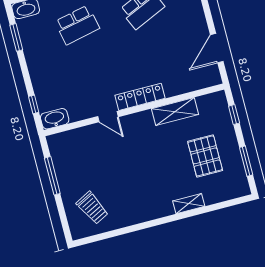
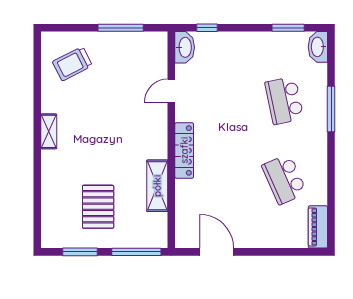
window: (234, 115) -> (136, 252), width x2.17
door: (108, 117) -> (171, 91), moved
pallet: (205, 156) -> (98, 207), turned 90
shelving: (189, 204) -> (49, 131), moved

